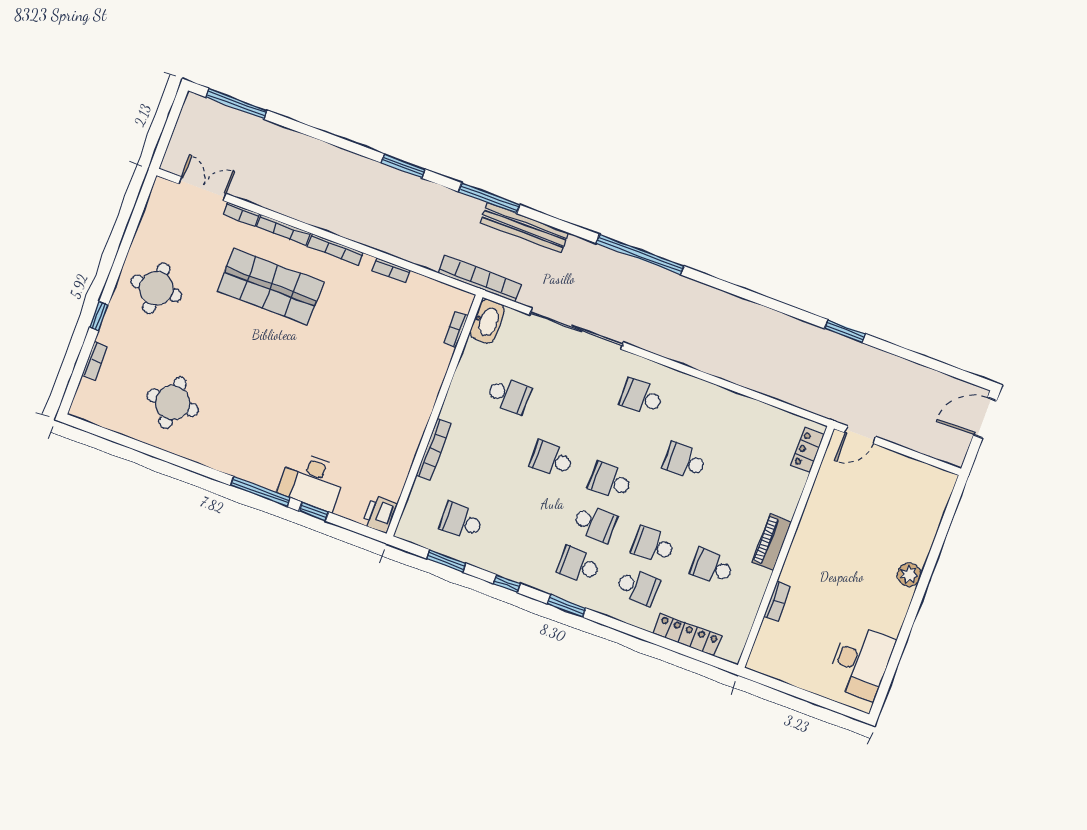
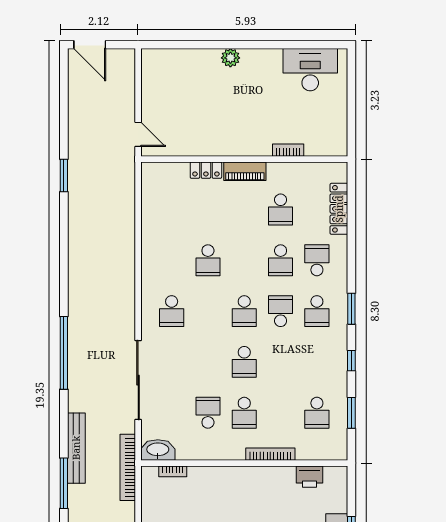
school desk: (493, 437) -> (244, 413), added
locker: (807, 450) -> (206, 170), moved
printer: (380, 514) -> (309, 477), moved

